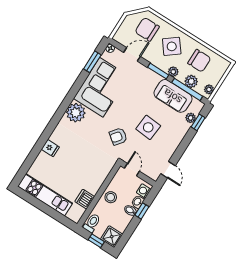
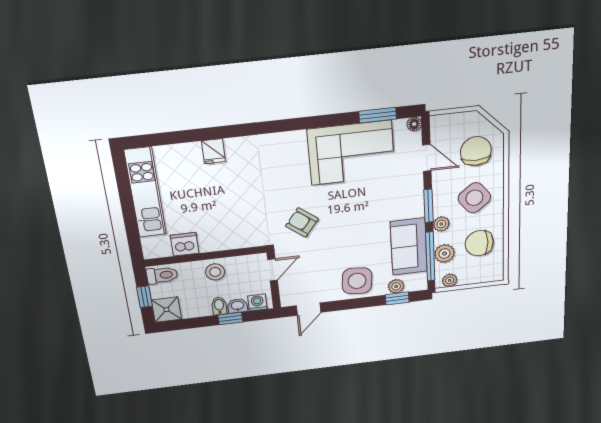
chair: (199, 61) -> (479, 243), turned 90
plant: (76, 113) -> (290, 147), removed
side table: (148, 127) -> (357, 281), moved

